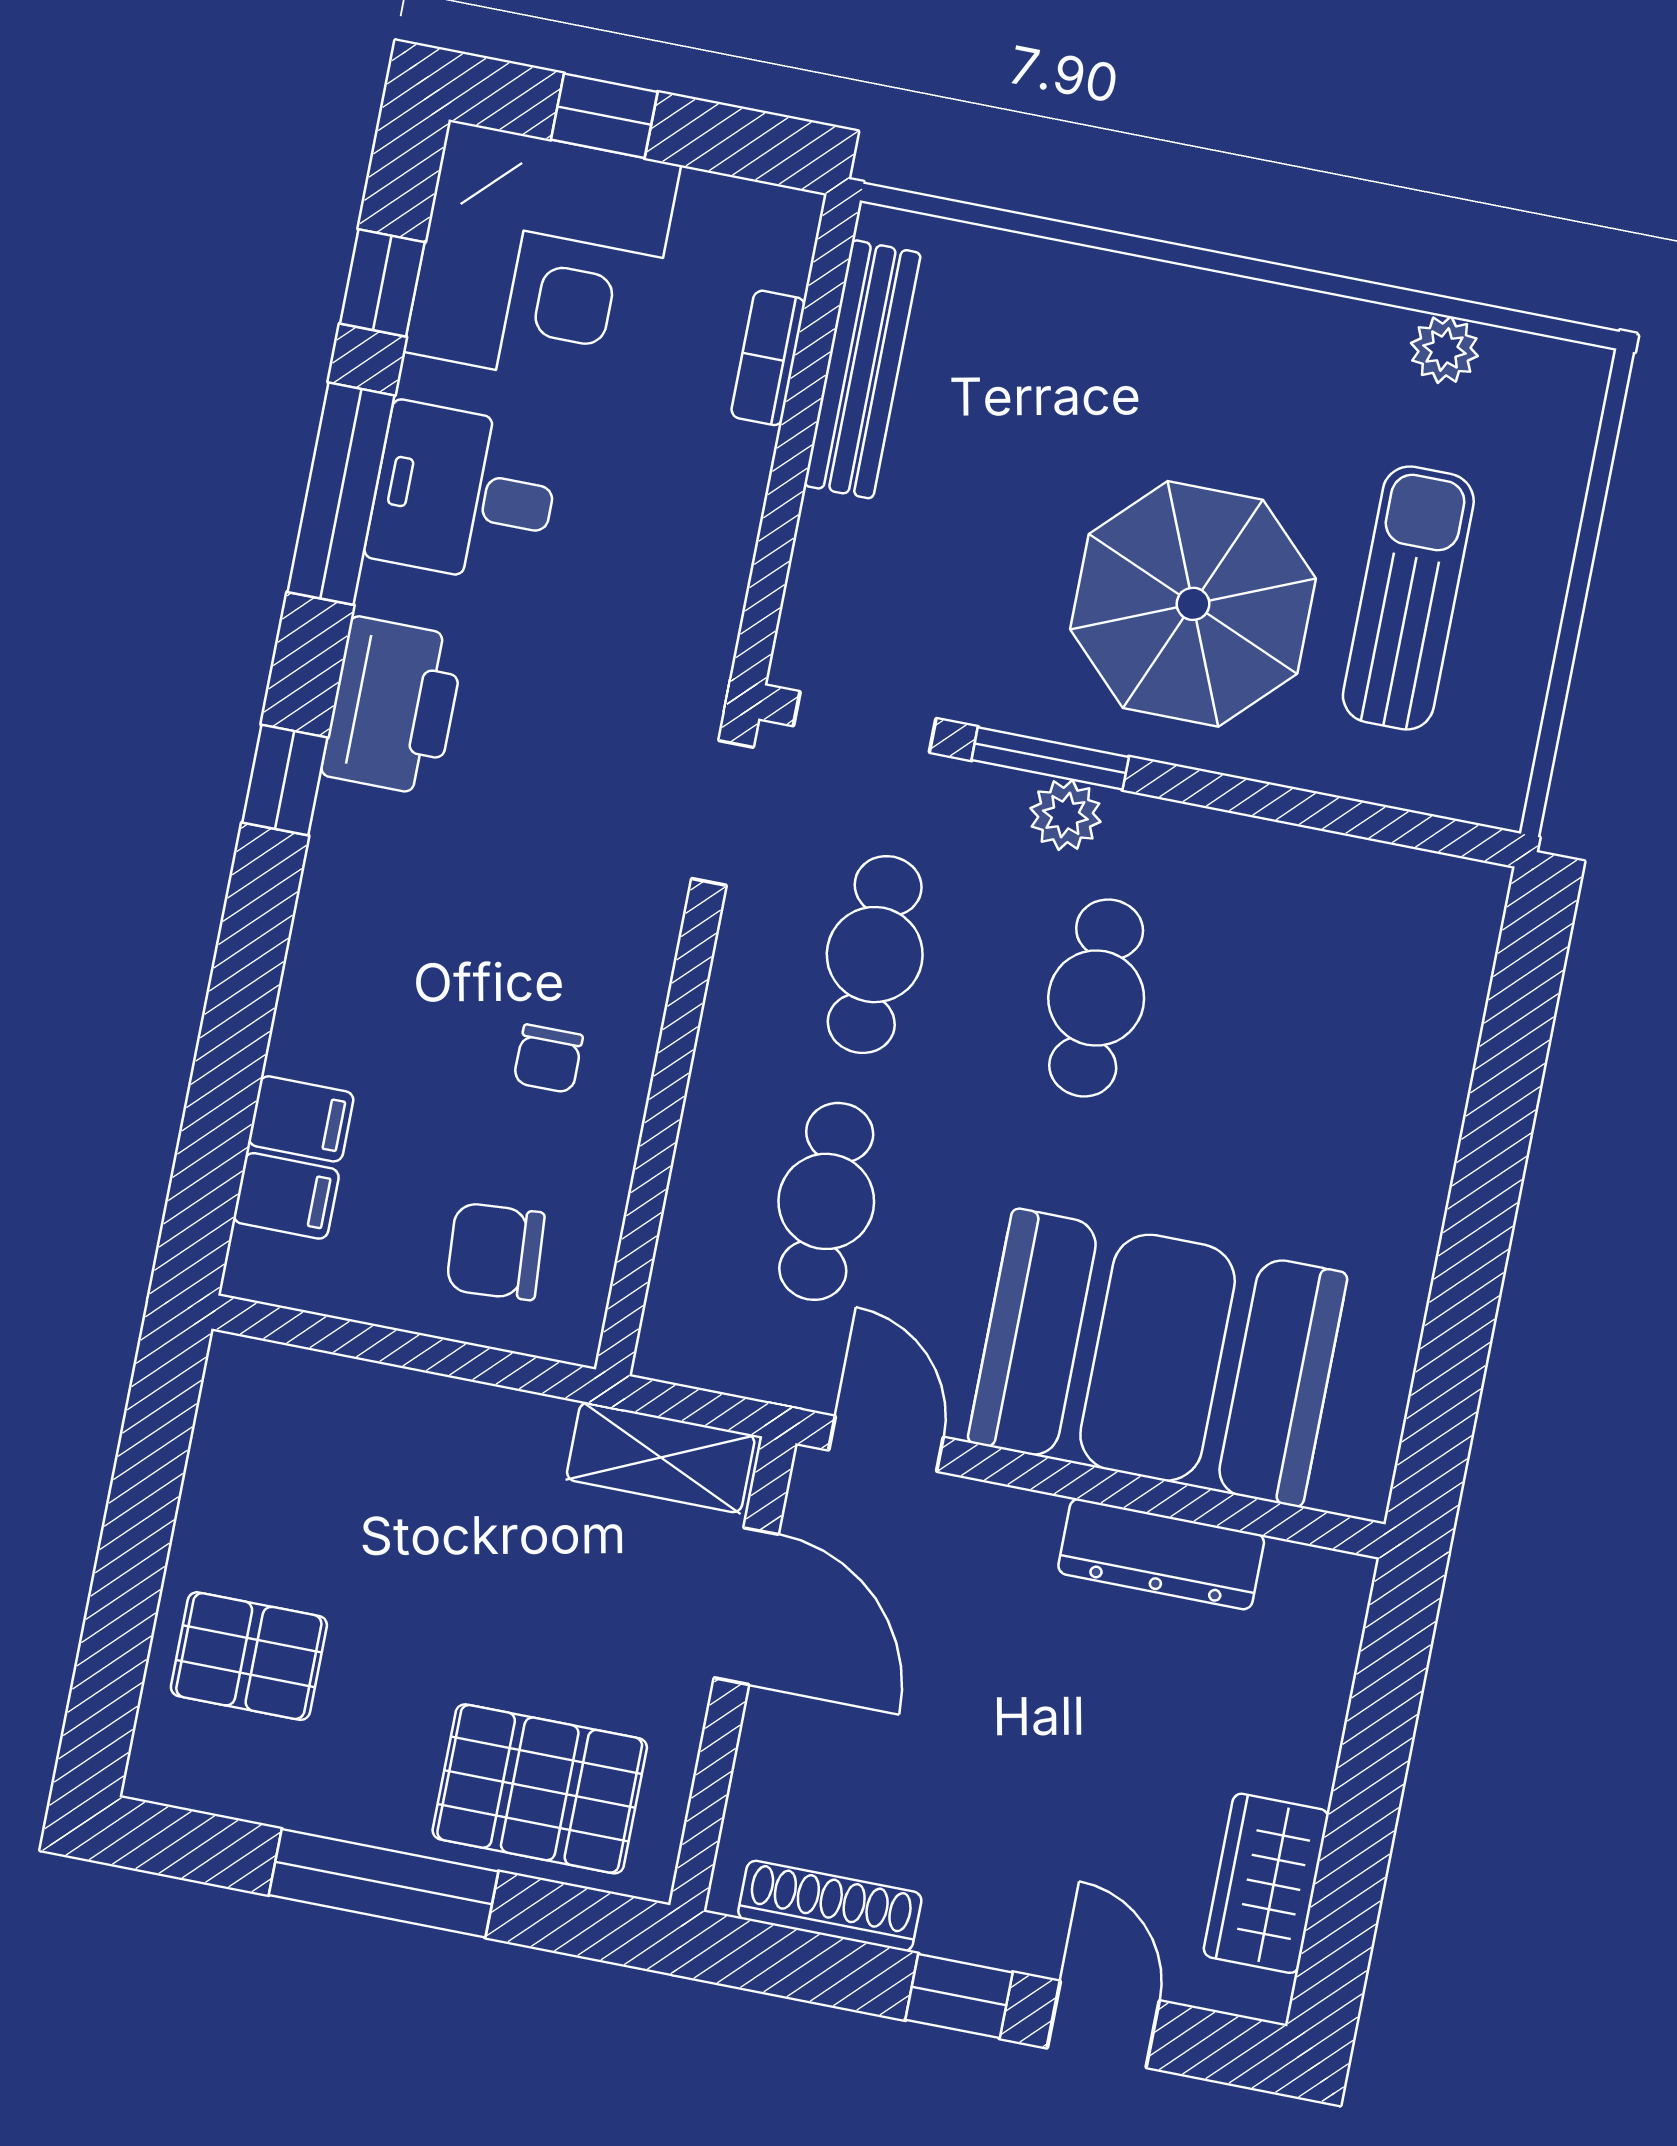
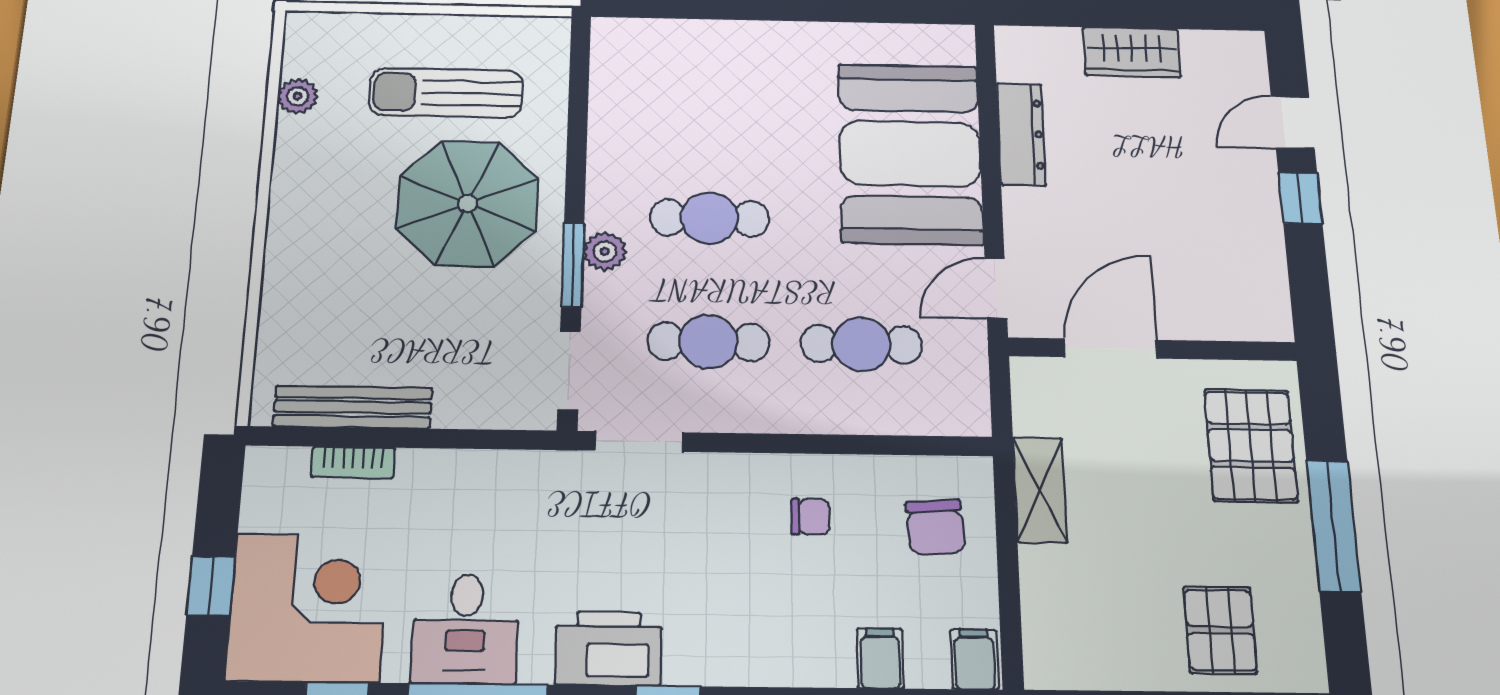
filing cabinet: (286, 1196) -> (975, 659), moved
shelving: (661, 1457) -> (1040, 490), moved
wardrobe: (1266, 1883) -> (1132, 52), moved
shoe rack: (830, 1906) -> (1270, 275), removed

